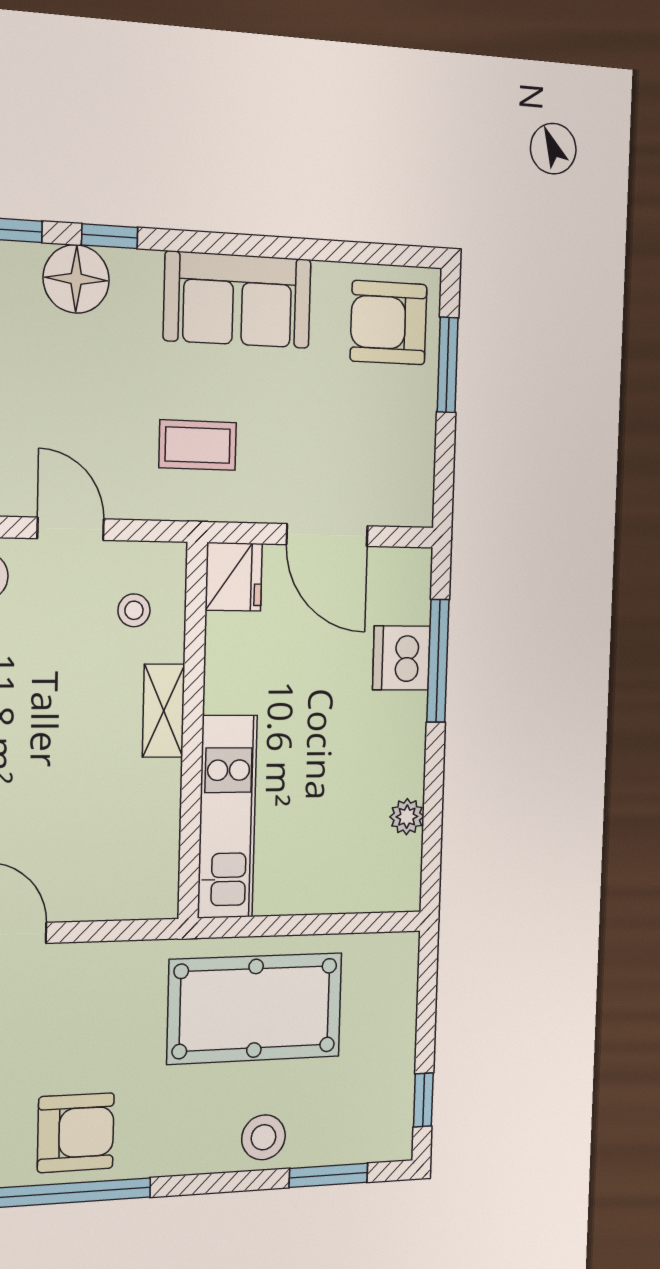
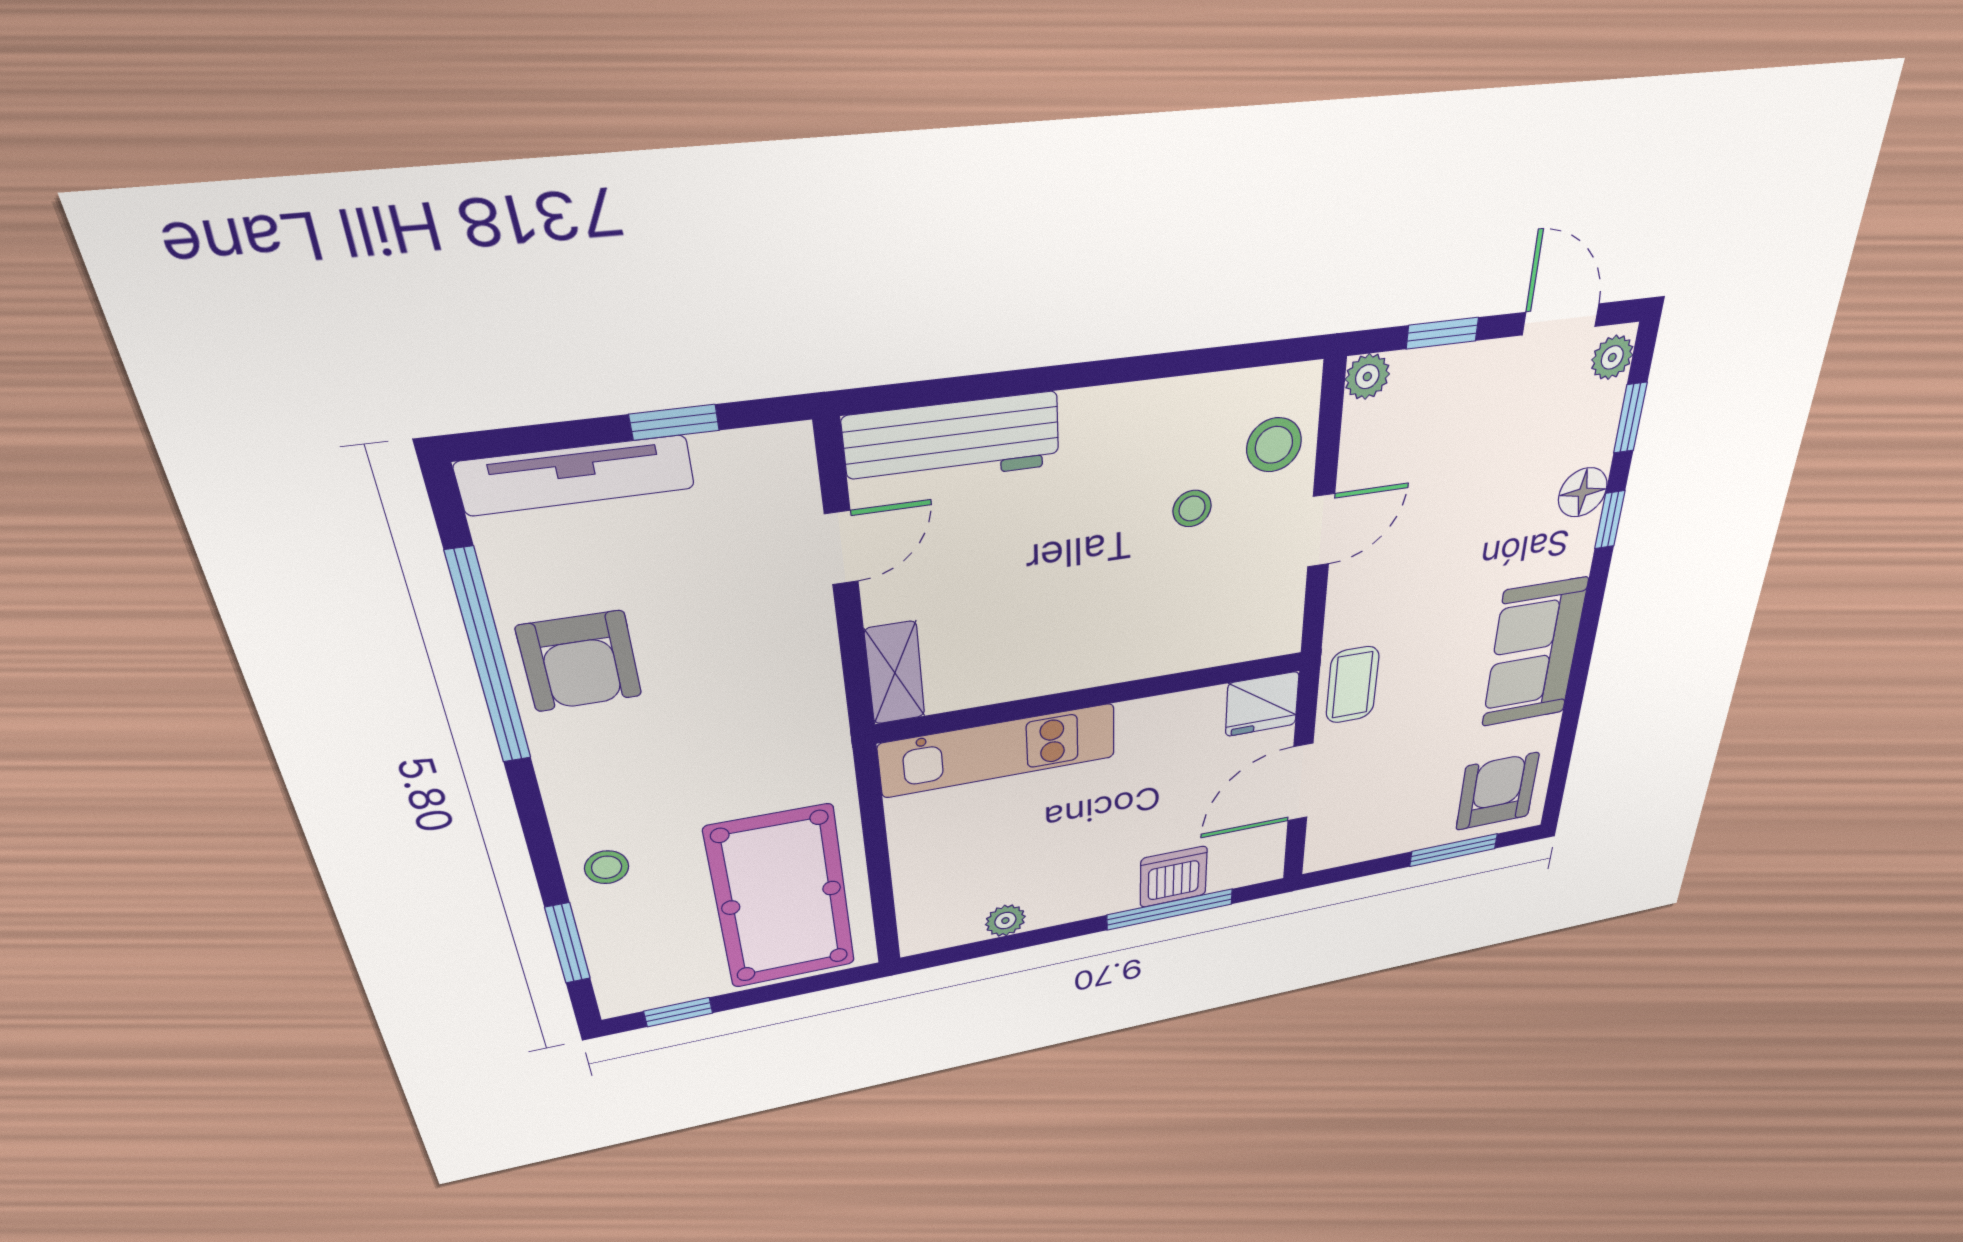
floor lamp: (76, 279) -> (1583, 492), width x0.73, depth x0.73
coffee table: (198, 445) -> (1352, 685), moved
stool: (134, 610) -> (1192, 509), moved
shelving: (164, 711) -> (895, 673), moved, turned 90
pool table: (255, 1008) -> (782, 898), moved
stool: (263, 1137) -> (607, 867), width x0.73, depth x0.73

